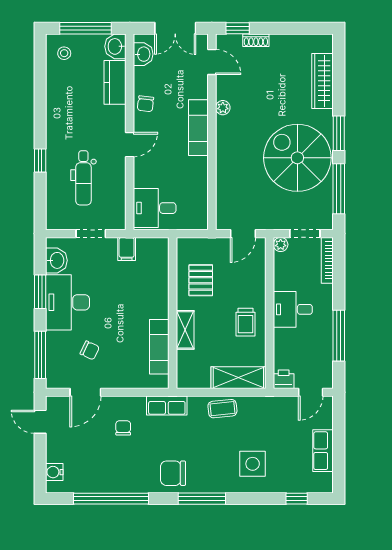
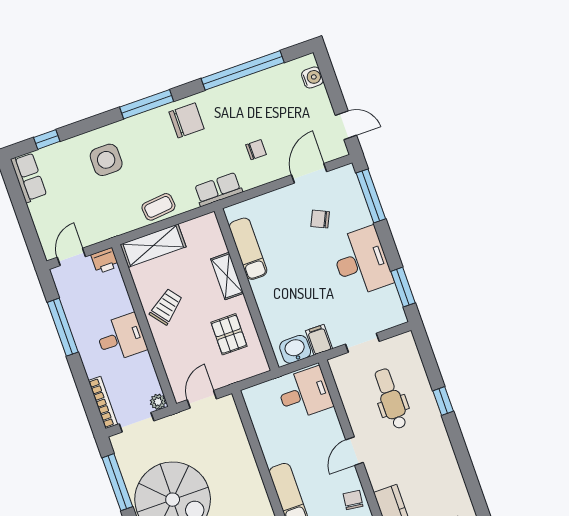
washbasin: (56, 260) -> (295, 349), moved, turned 90
window: (40, 292) -> (403, 287), moved
trolley: (245, 322) -> (166, 307), turned 52
chair: (123, 428) -> (256, 150), turned -90
row of seats: (323, 451) -> (29, 177), moved

